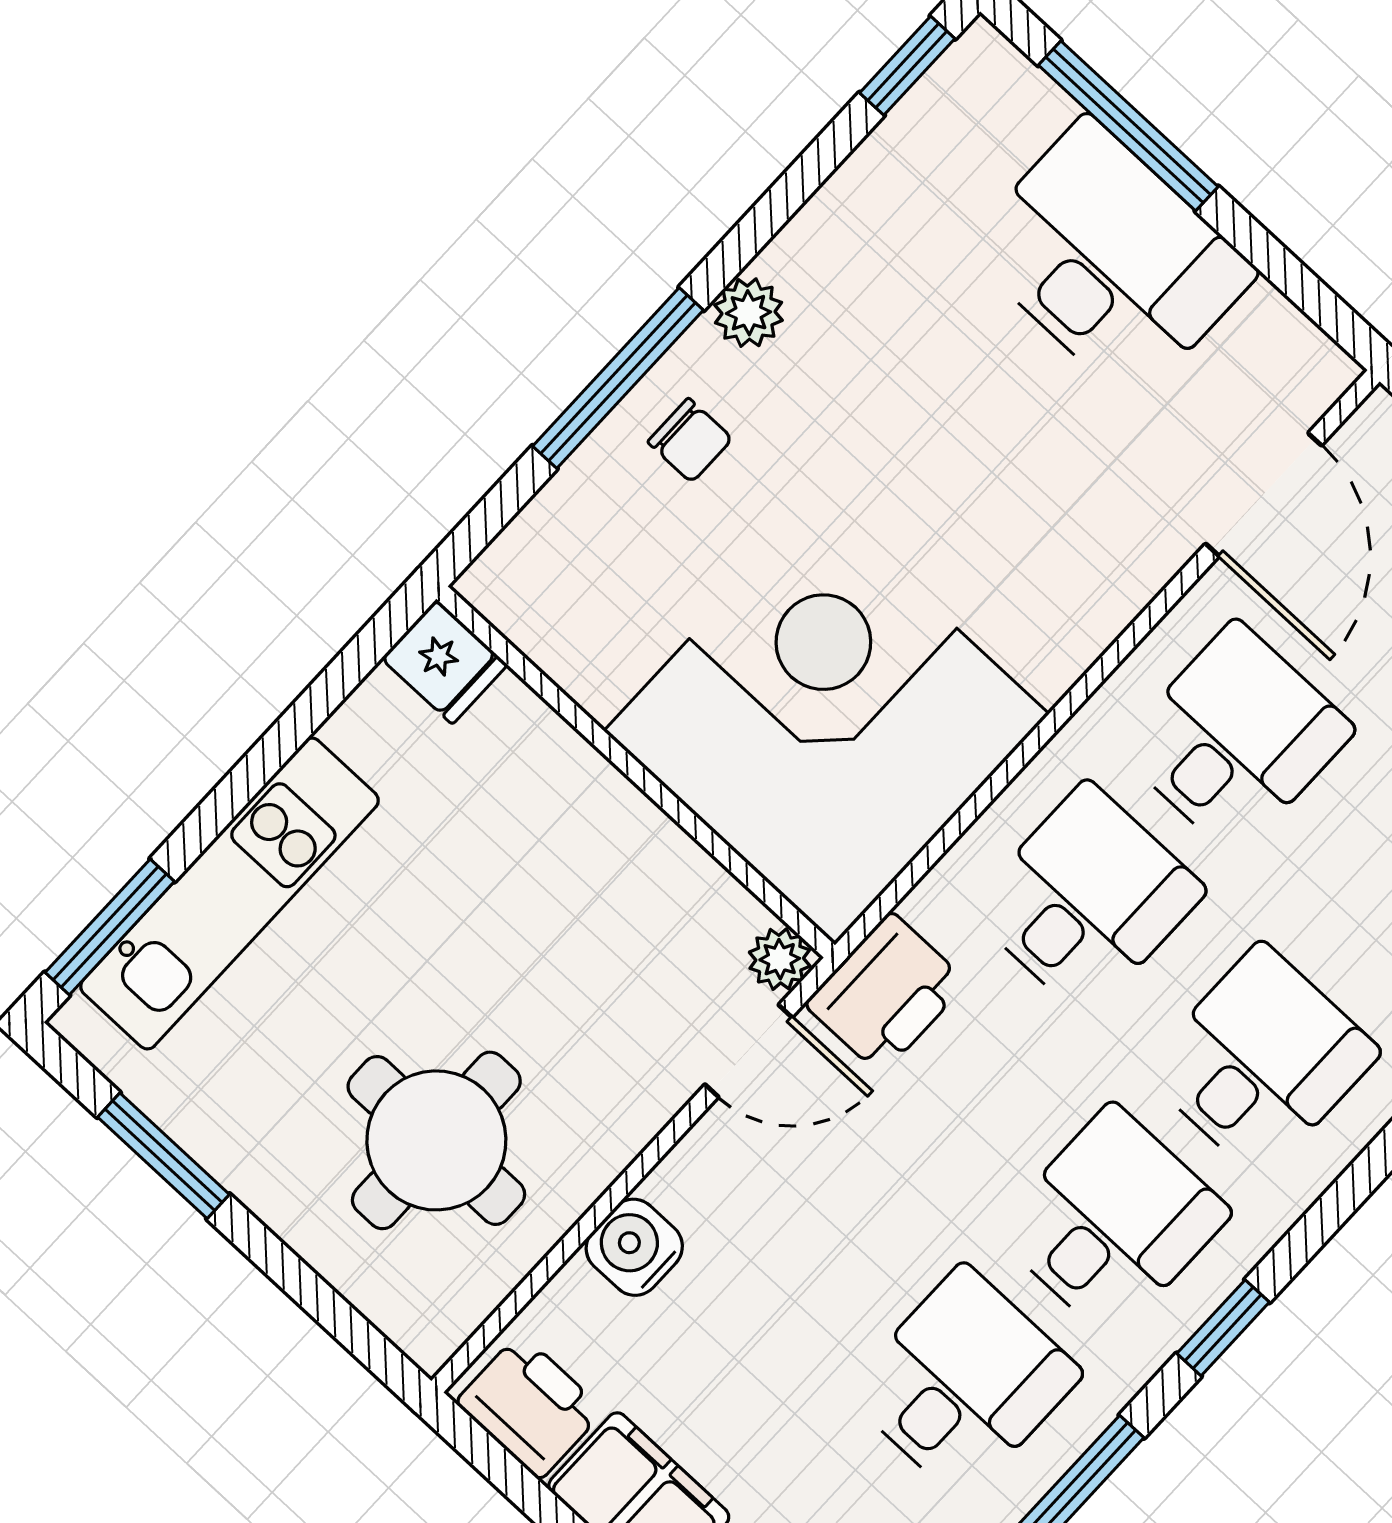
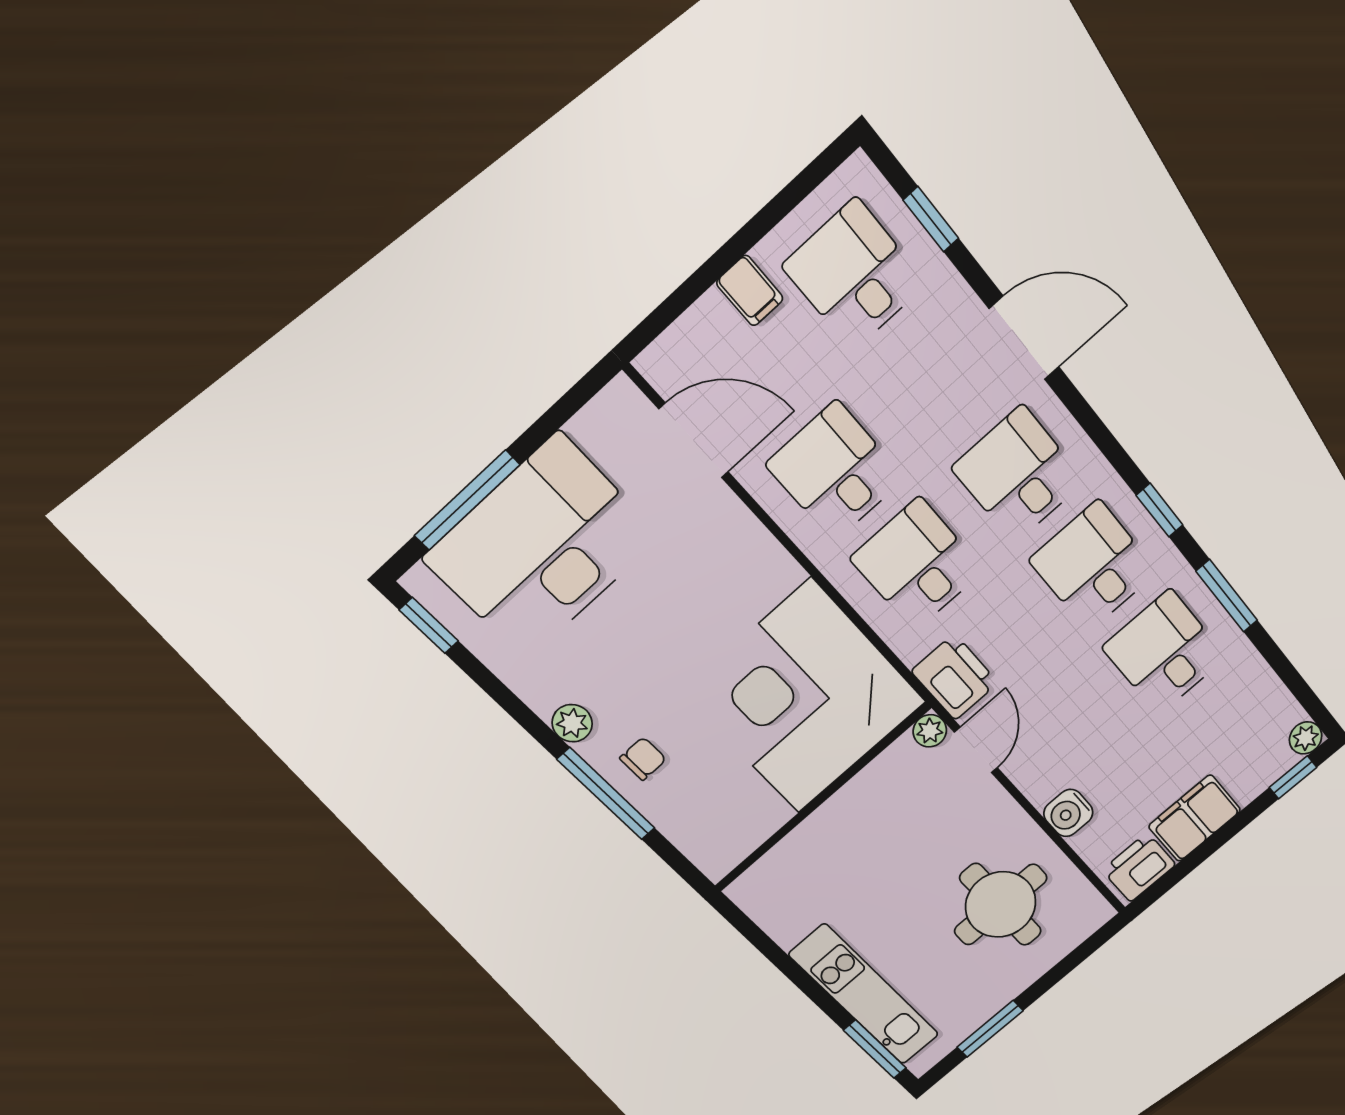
desk: (1110, 260) -> (542, 548), width x1.36, depth x1.30
fridge: (444, 662) -> (755, 889), removed

